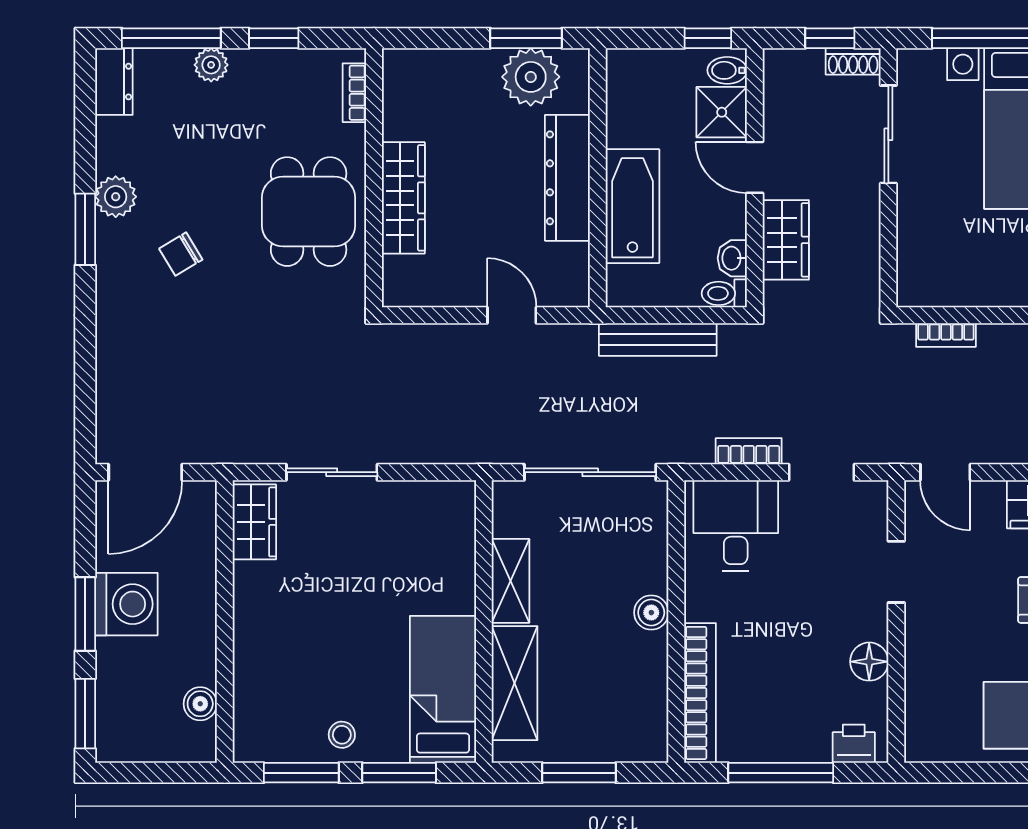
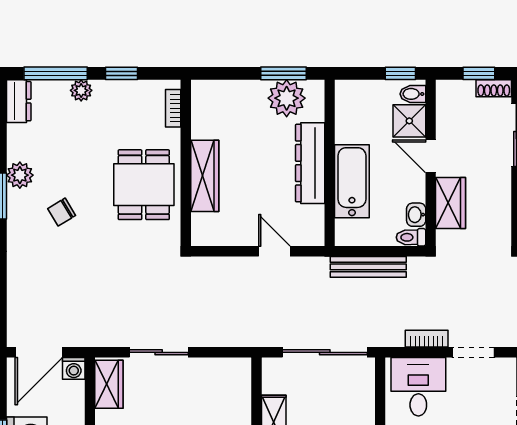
washing machine: (200, 497) -> (74, 368), added

